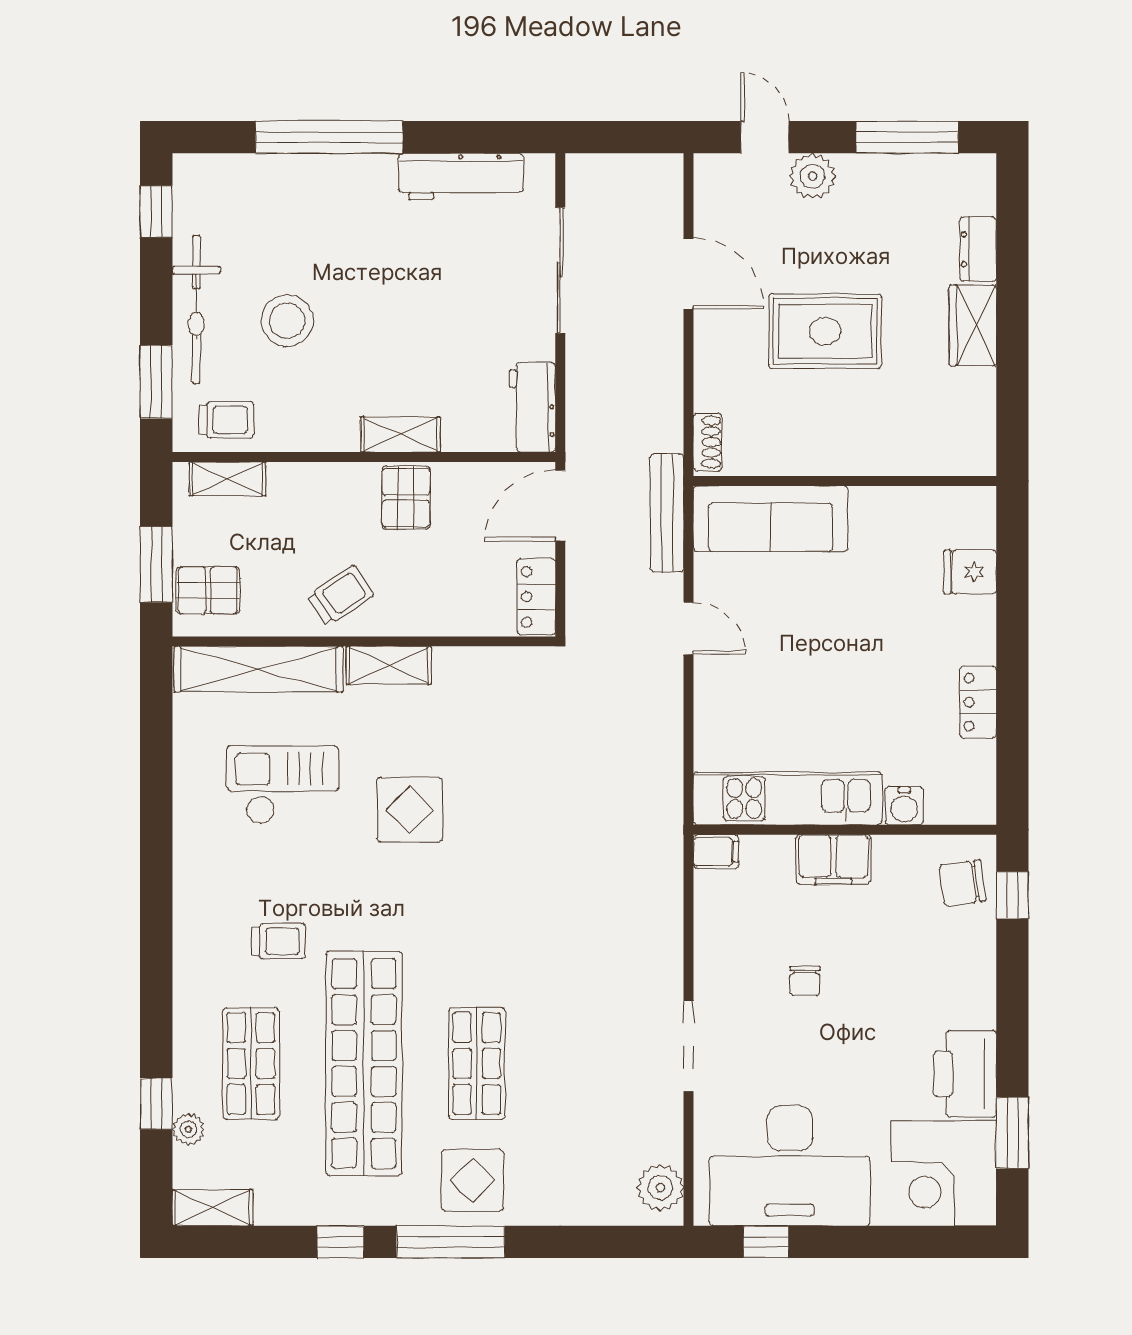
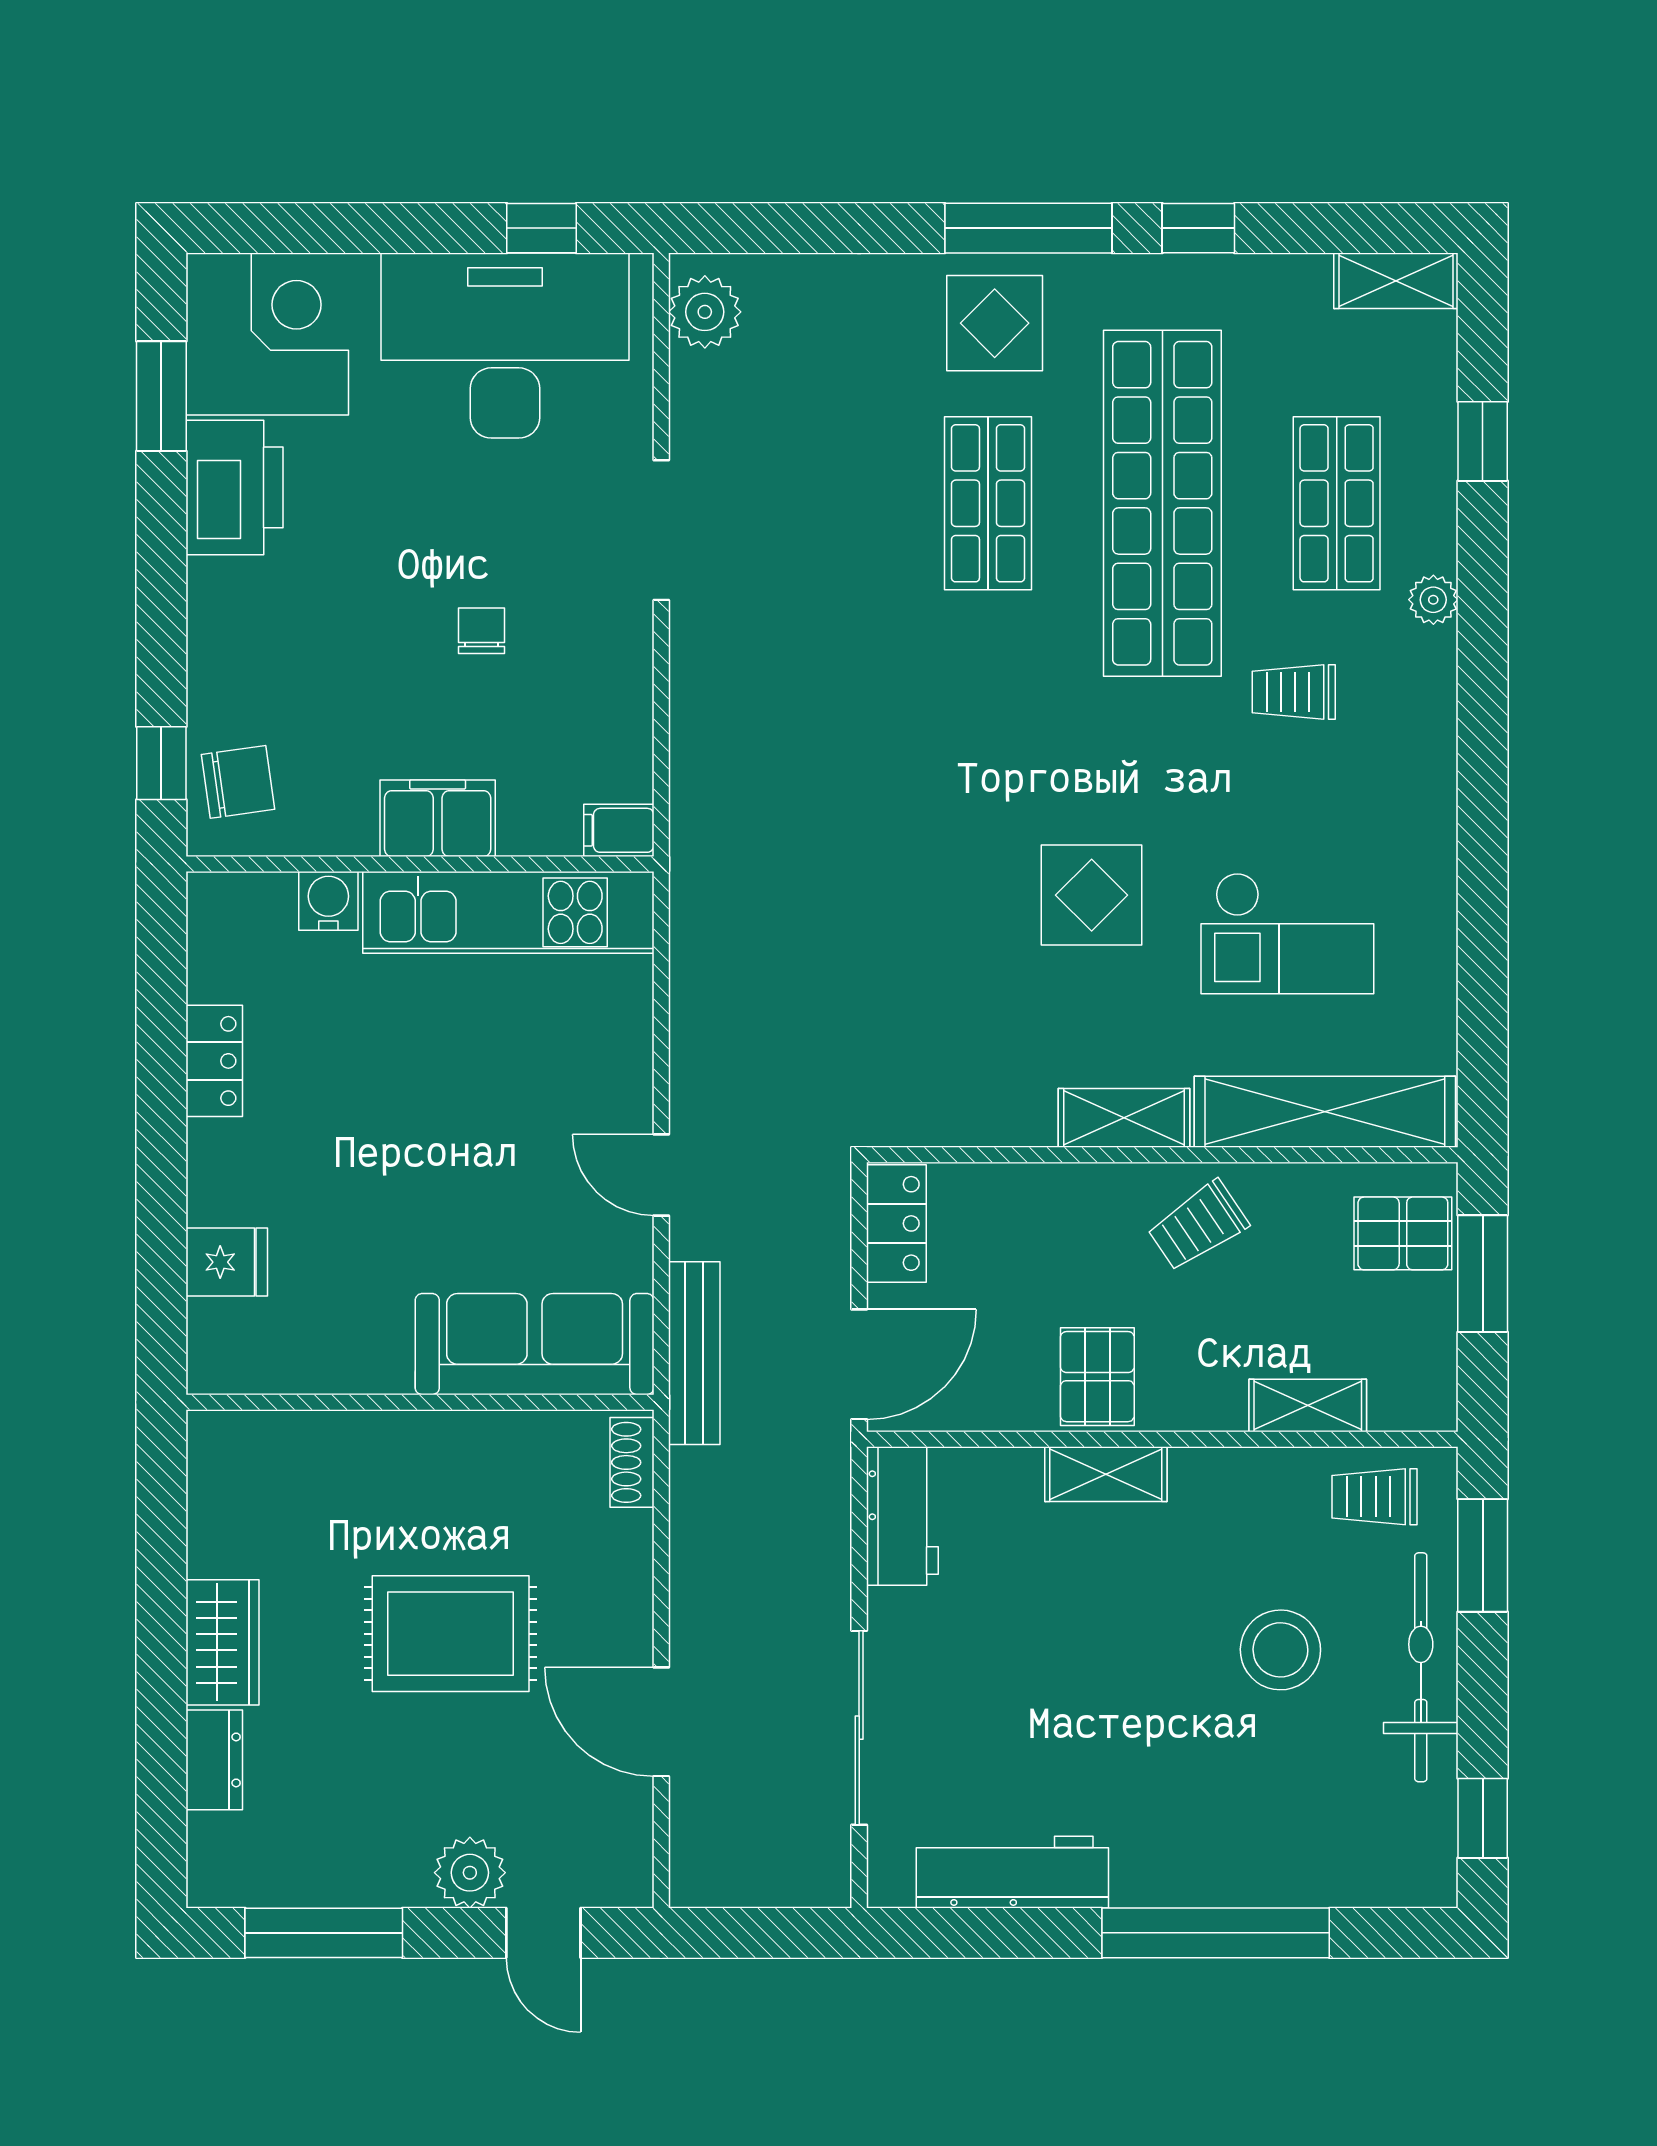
shelving: (227, 479) -> (1308, 1406), moved
plant: (188, 1129) -> (1433, 600), moved

